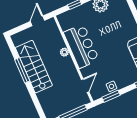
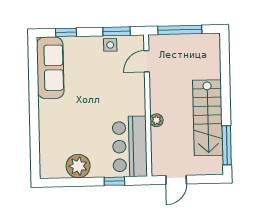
bar counter: (81, 46) -> (130, 146), moved
window: (22, 70) -> (227, 145), moved

